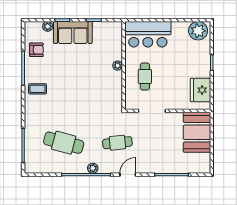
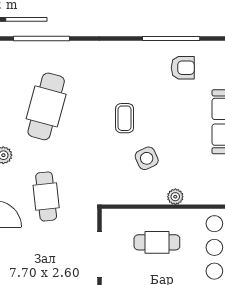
armchair: (36, 50) -> (183, 68), moved, turned -90
side table: (95, 83) -> (147, 158), added
coffee table: (38, 89) -> (125, 118), moved

